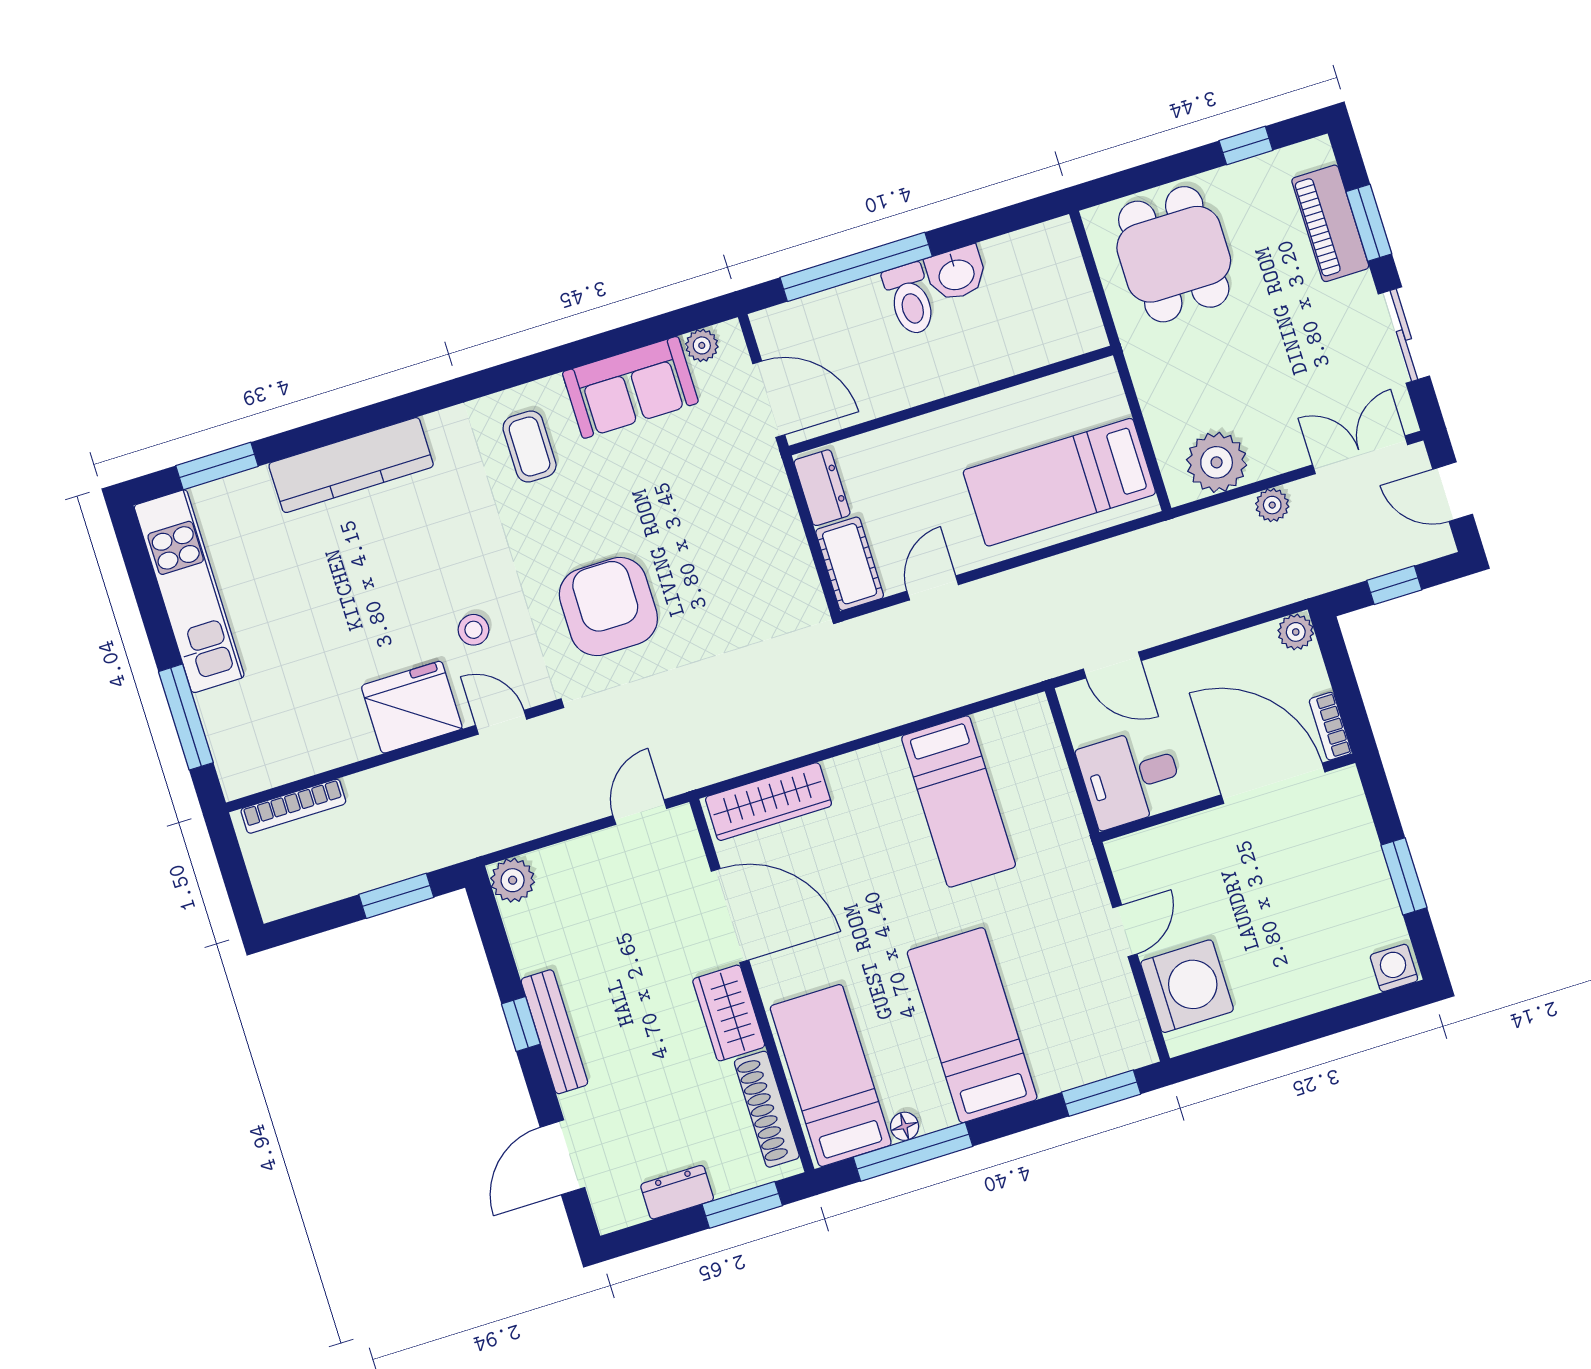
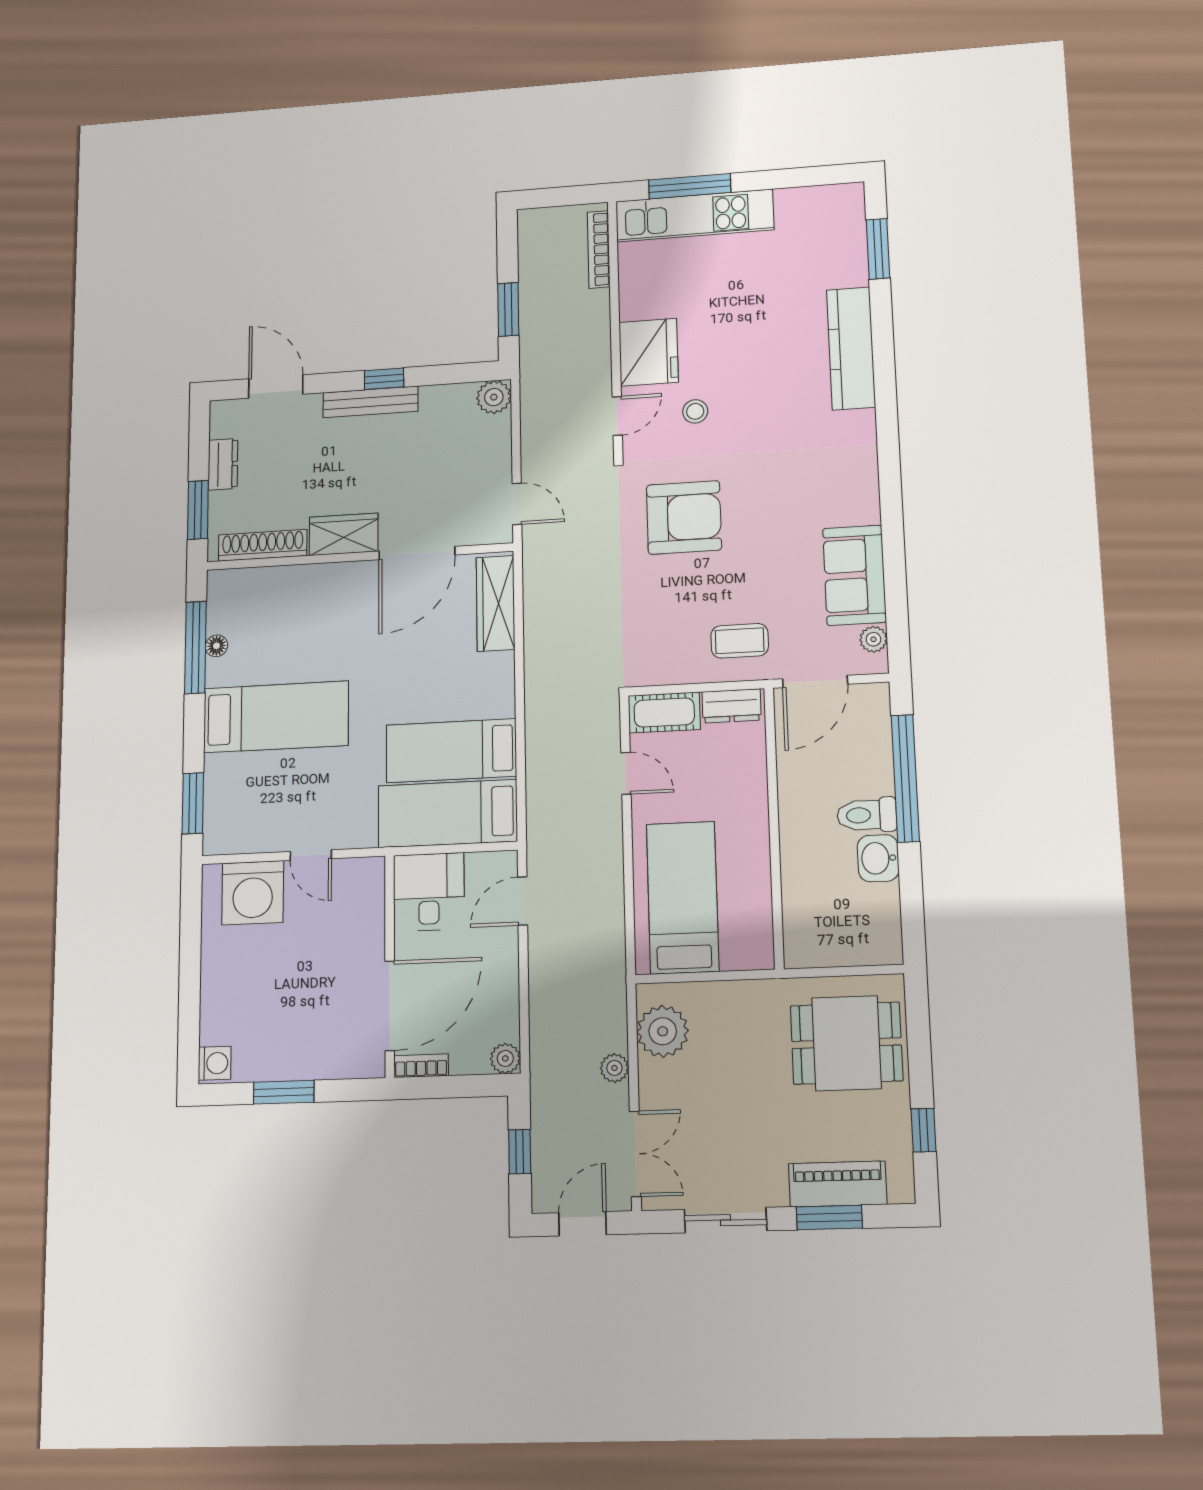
coffee table: (530, 446) -> (740, 641), moved
kitchen unit: (189, 591) -> (695, 216), moved
bed: (831, 1075) -> (448, 813), moved, turned 180

